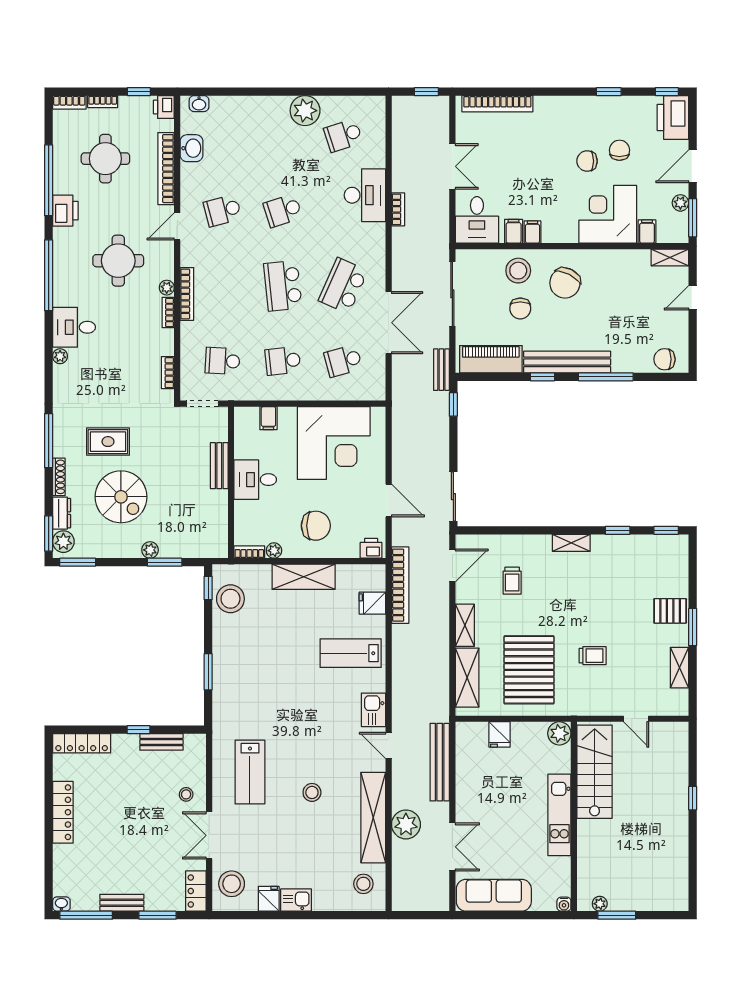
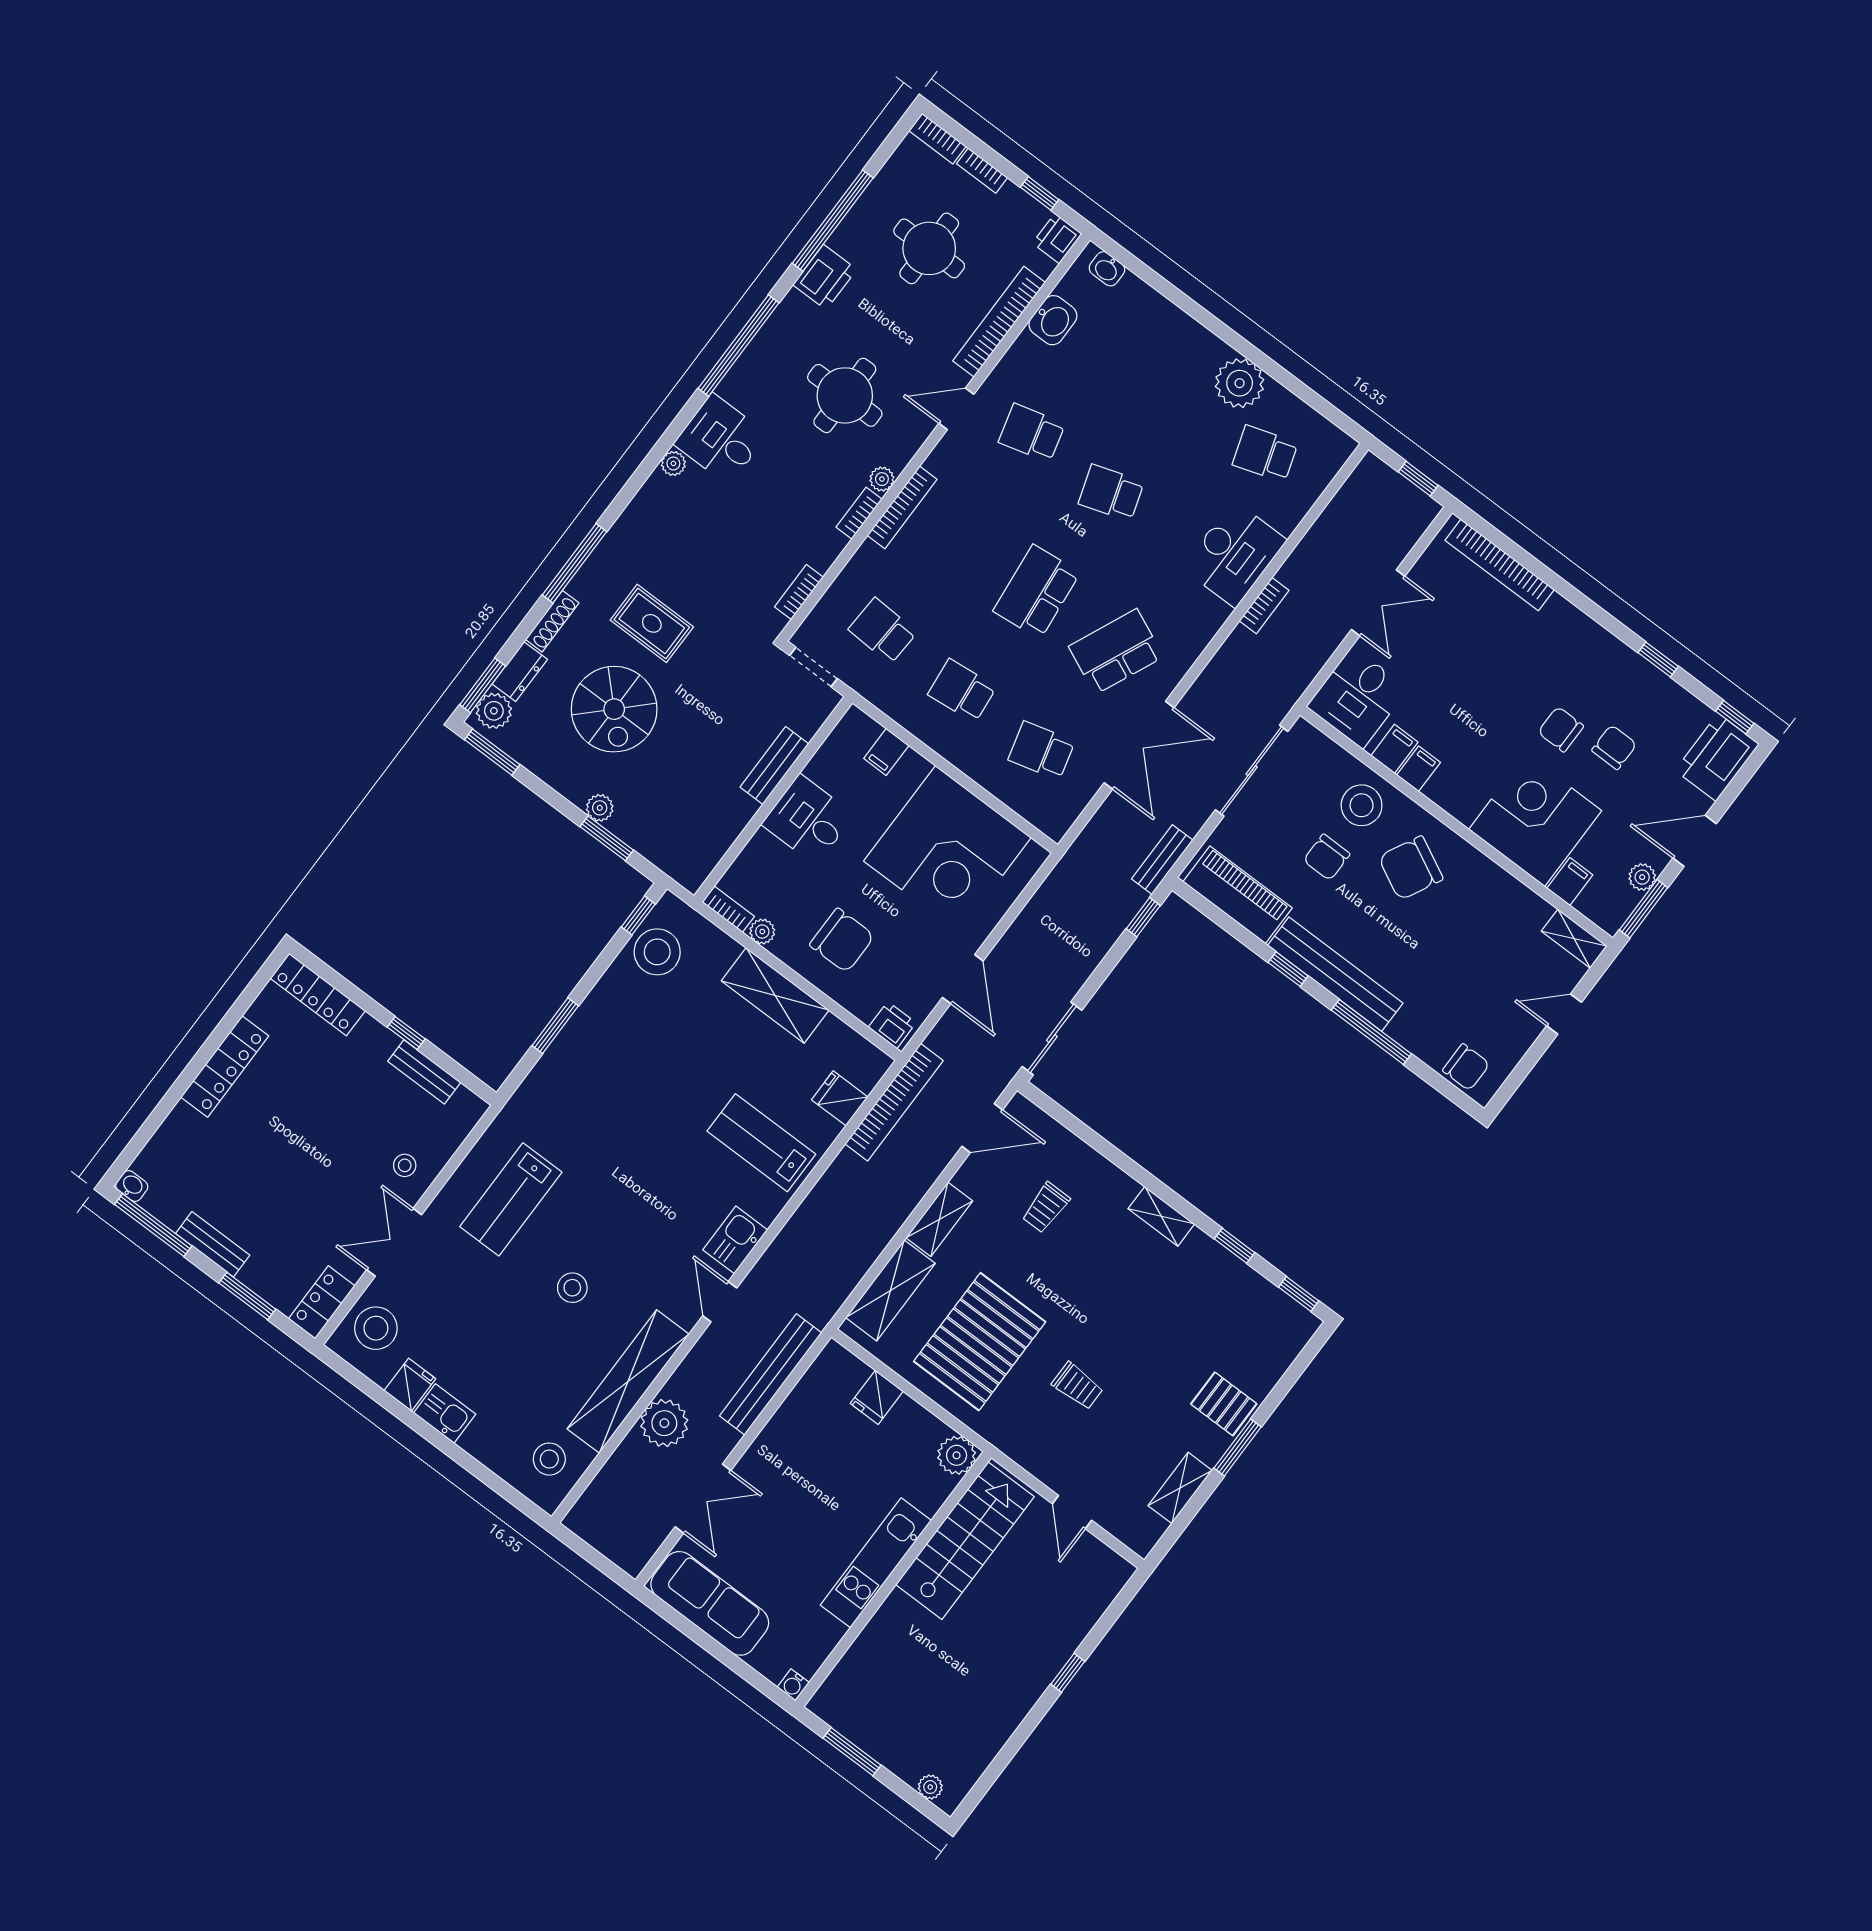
chair: (664, 359) -> (1466, 1067), turned 180
plant: (600, 904) -> (930, 1787), moved

